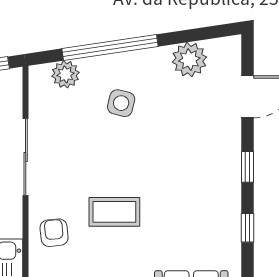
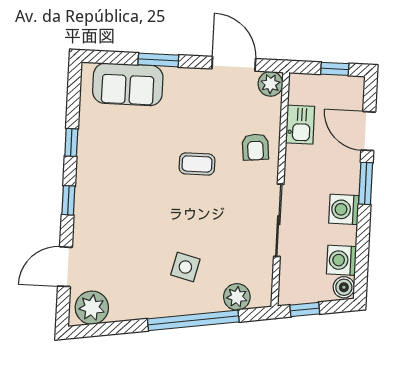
plant: (189, 60) -> (92, 308), moved
coffee table: (114, 212) -> (197, 164), width x0.73, depth x0.77

